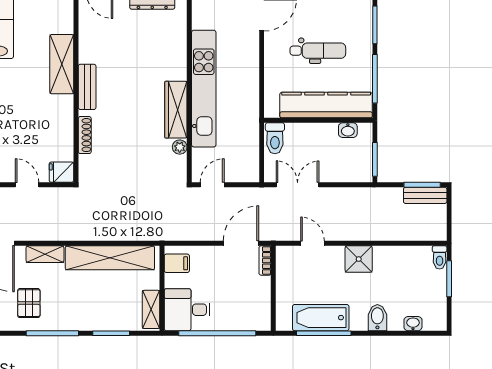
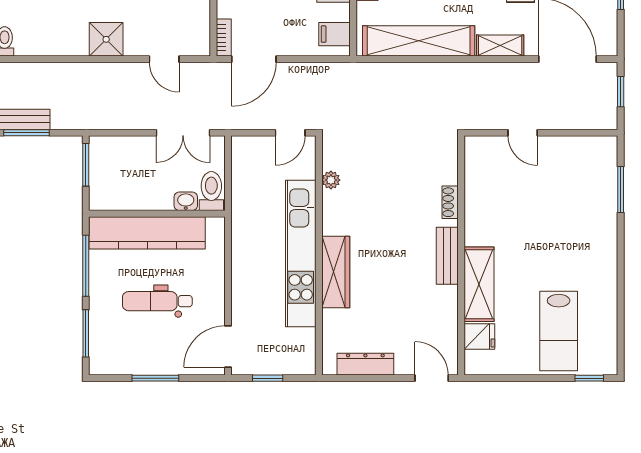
wardrobe: (176, 110) -> (336, 272), moved
washbasin: (348, 130) -> (186, 201), moved
shoe rack: (85, 135) -> (450, 202), width x0.70
fridge: (61, 172) -> (479, 336), moved

